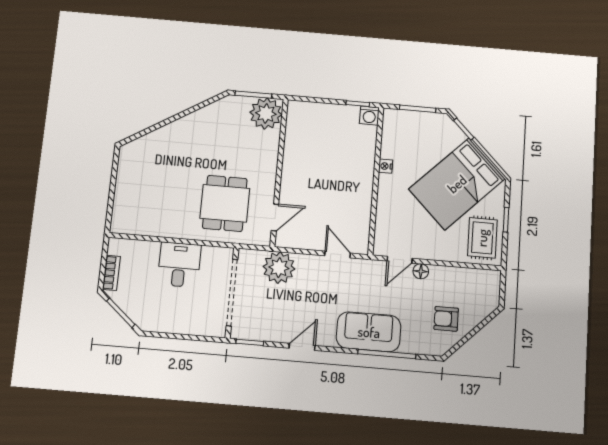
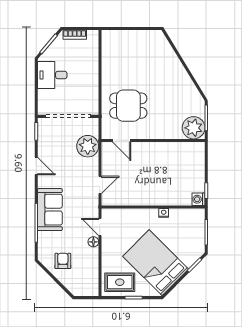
desk: (179, 265) -> (52, 75), moved, turned 180

